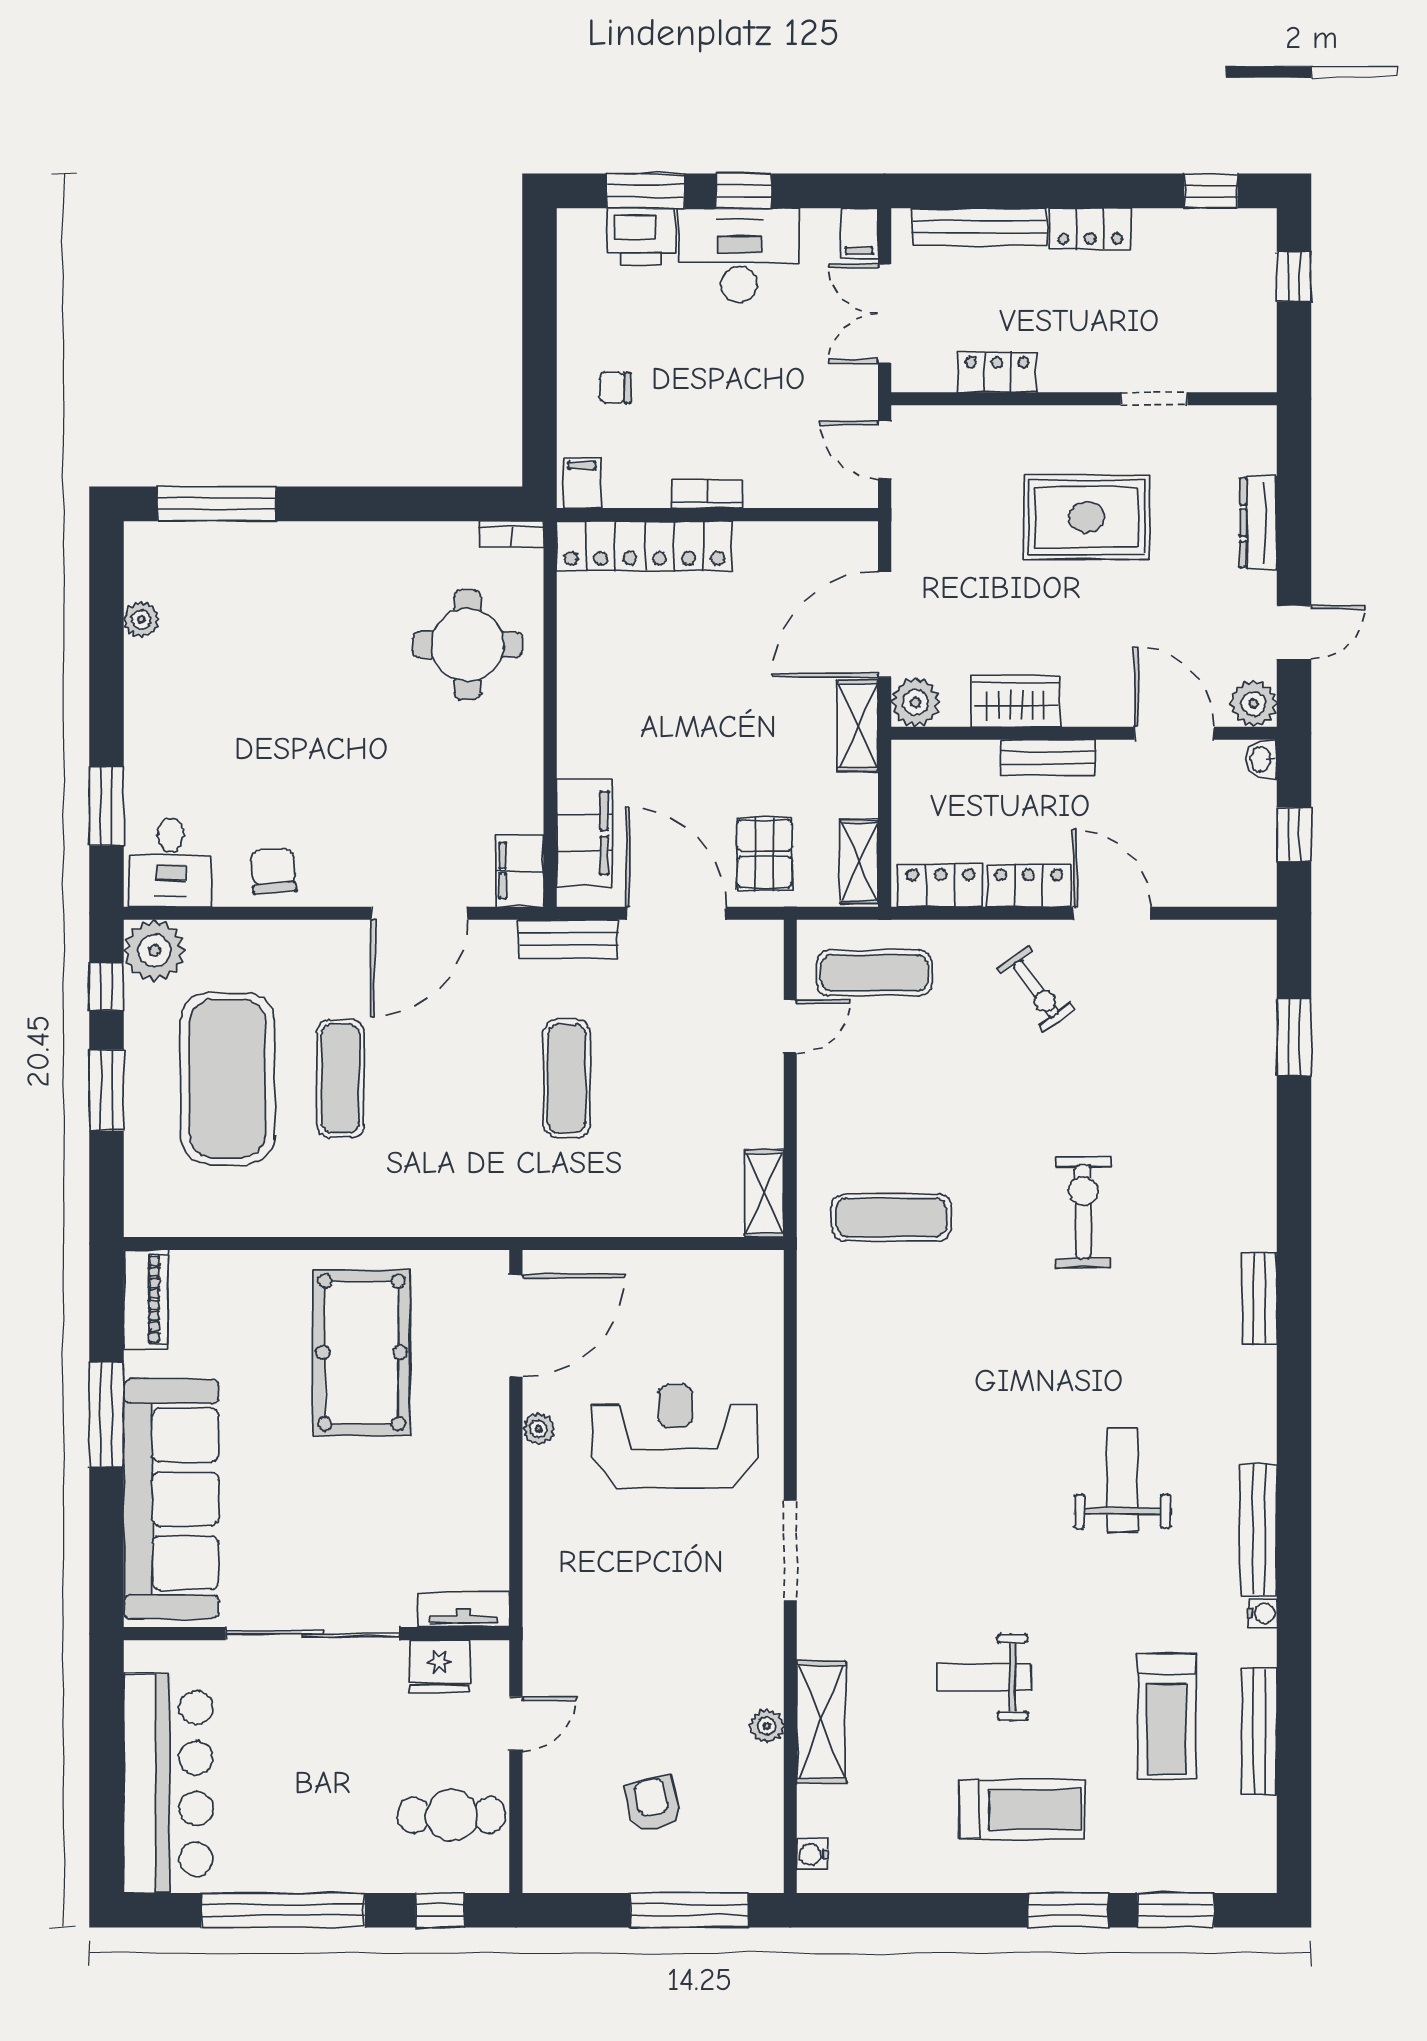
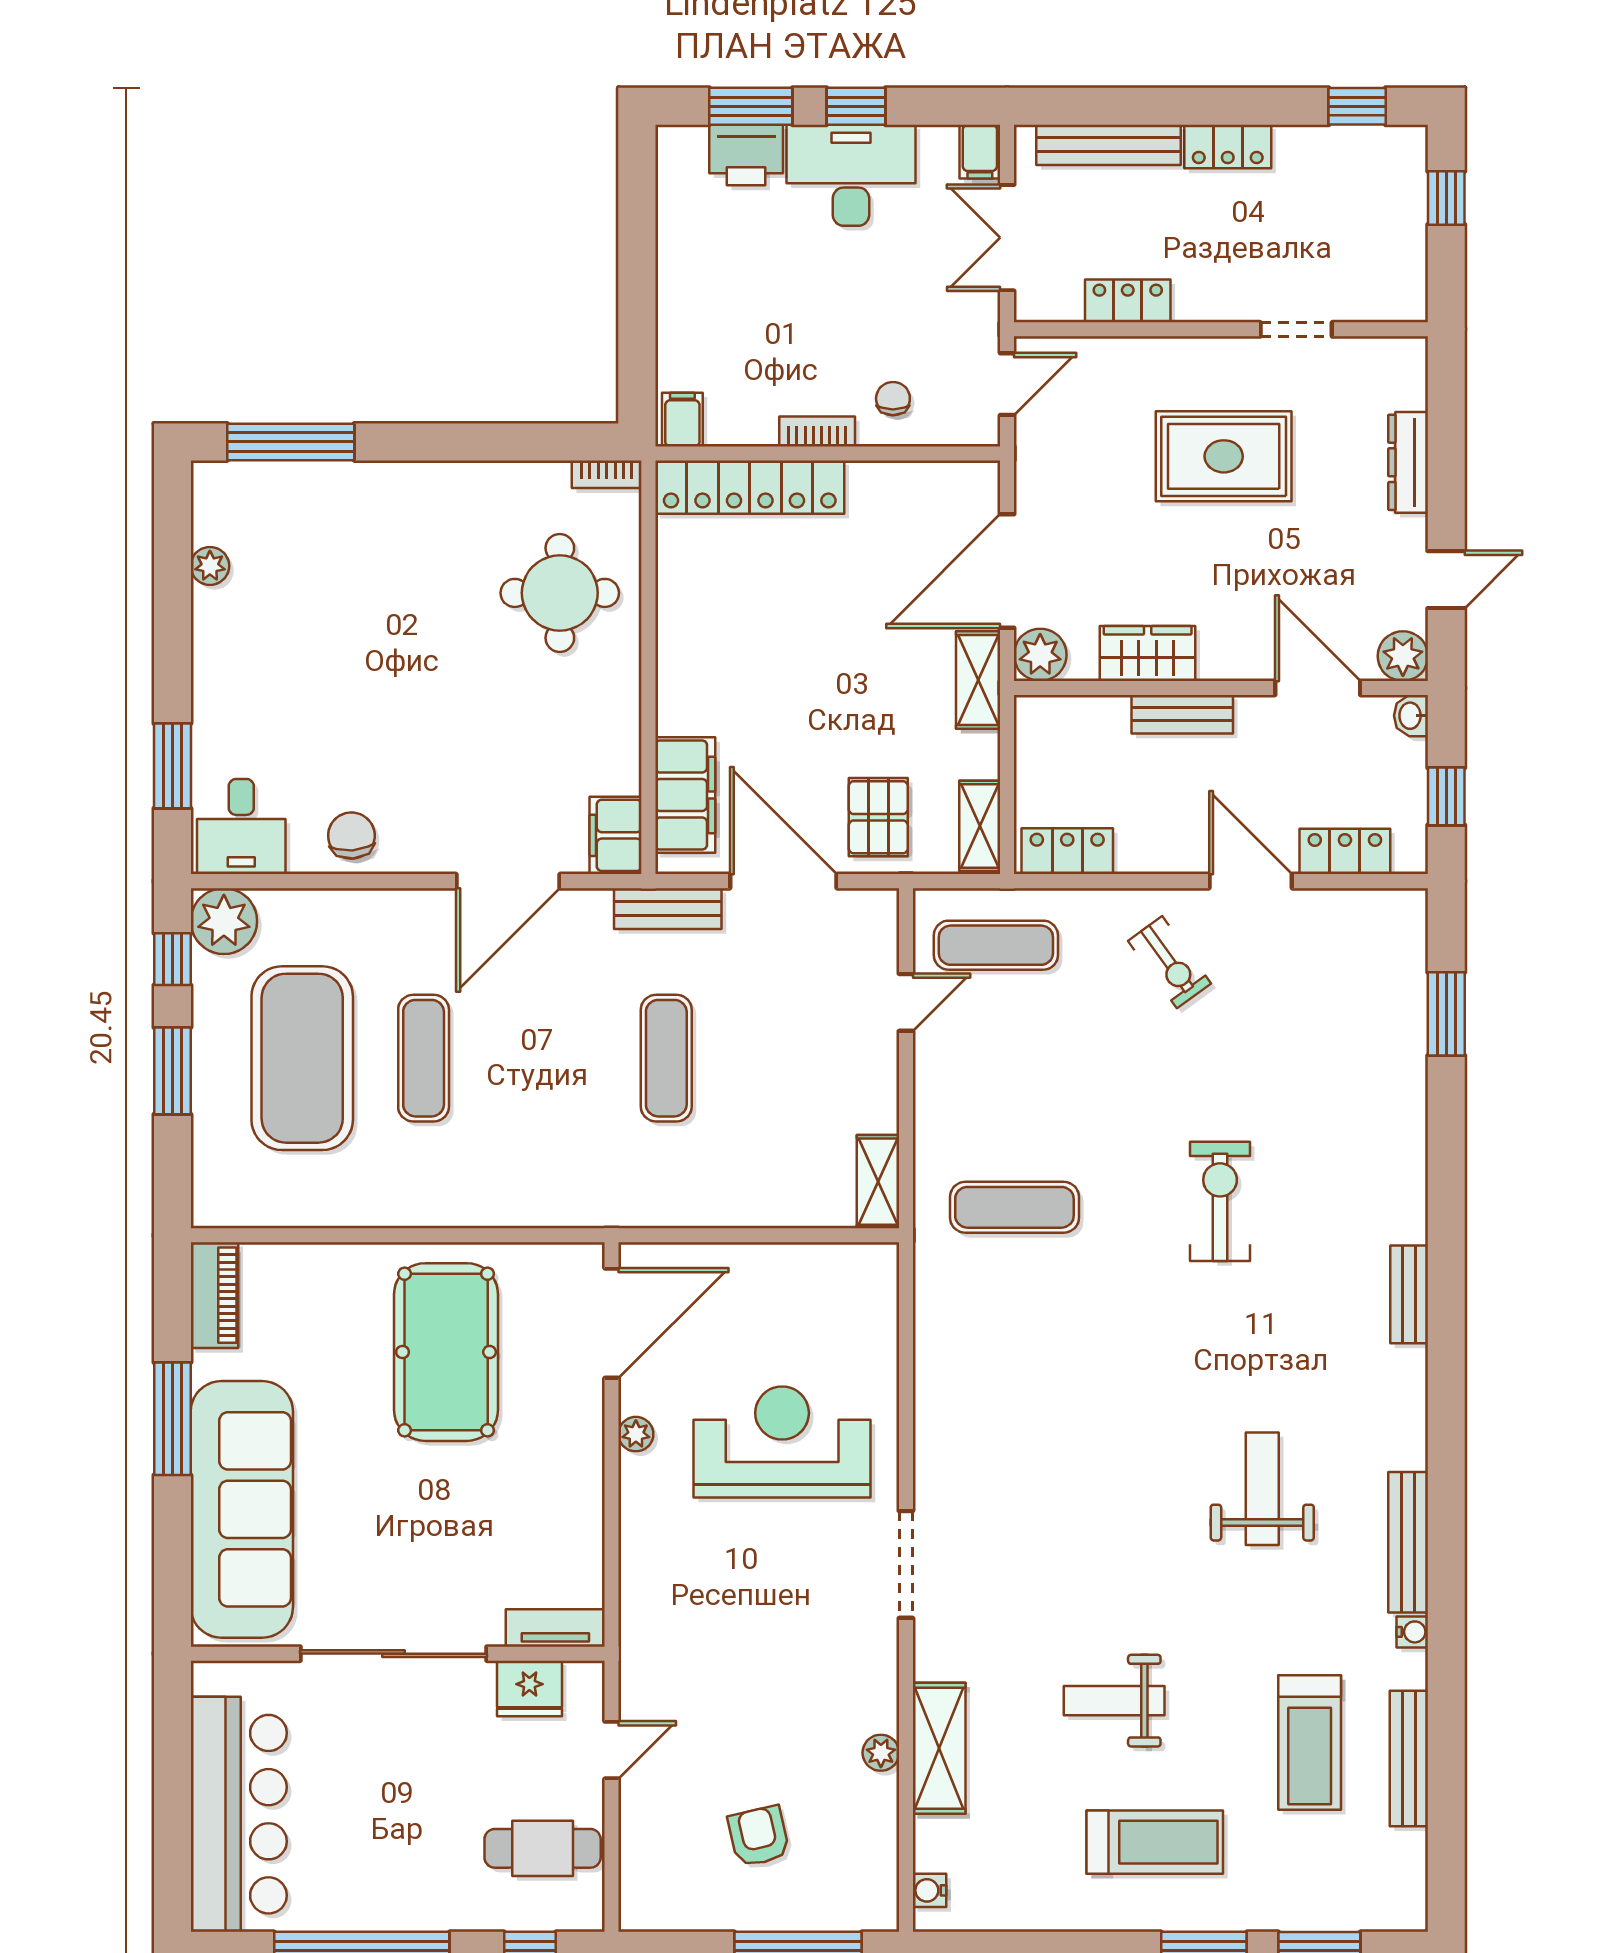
chair: (615, 388) -> (893, 399), moved, turned 90
door: (885, 450) -> (1007, 384), swing flipped
locker: (1029, 886) -> (1345, 851), moved

